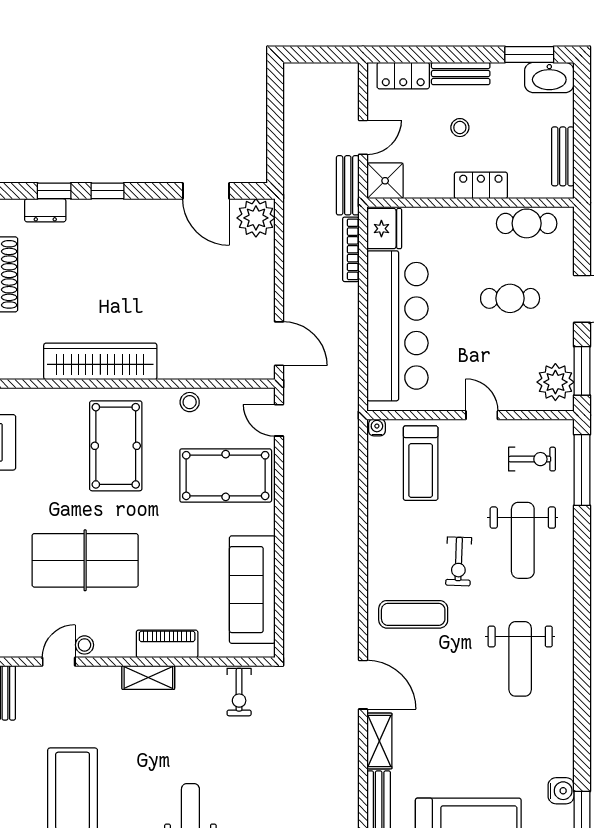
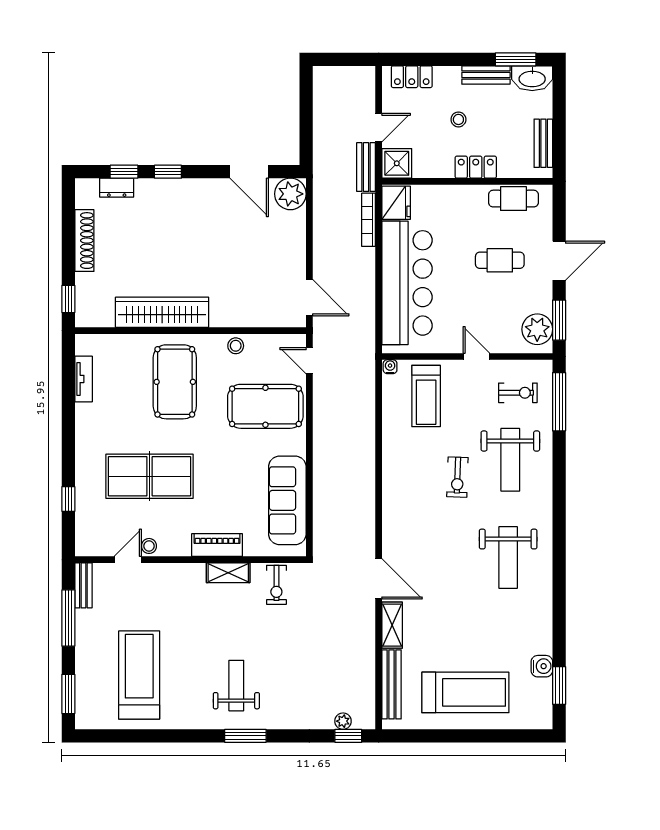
bench: (461, 74) -> (486, 75), moved
exercise mat: (413, 614) -> (420, 521), removed
shelving: (148, 677) -> (228, 573), moved

